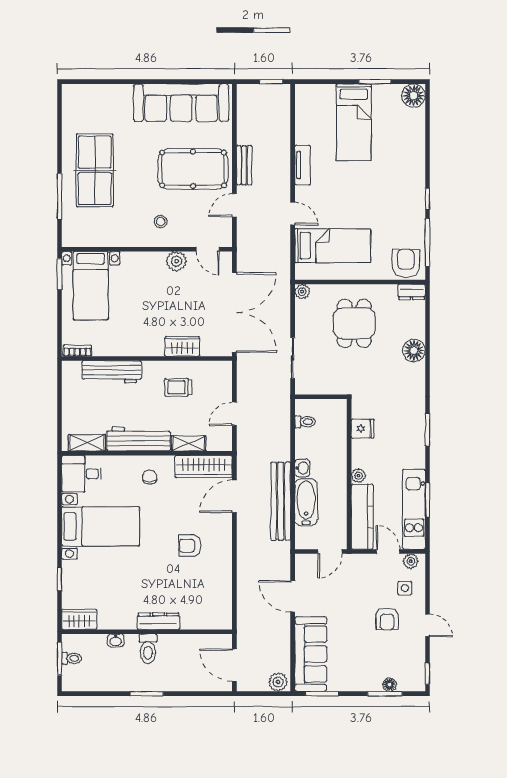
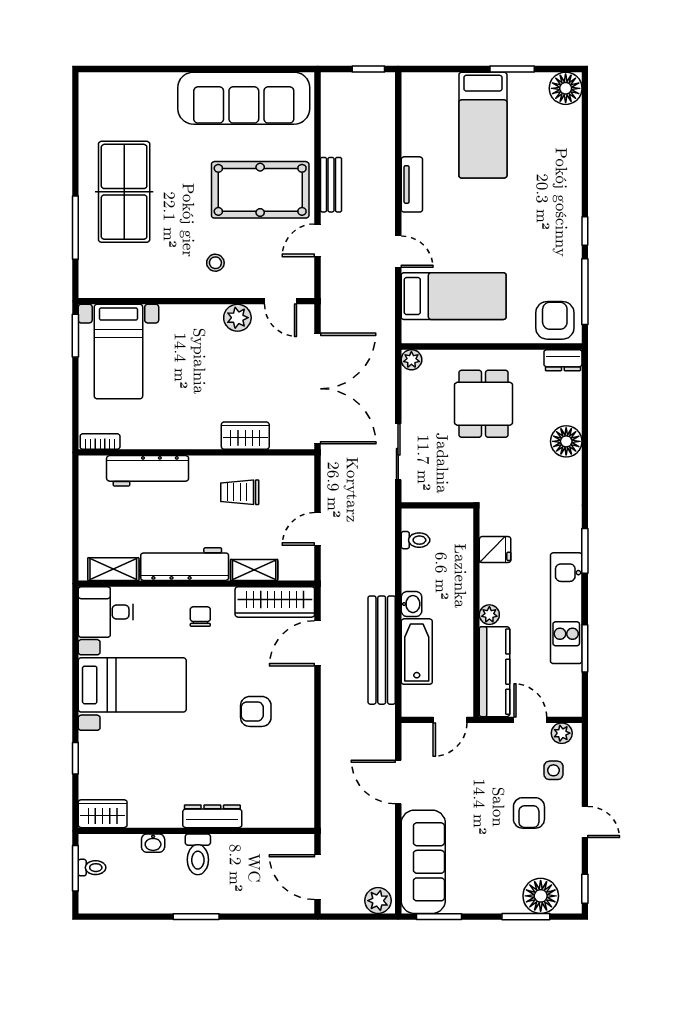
kitchen unit: (414, 509) -> (566, 608), moved
floor lamp: (390, 685) -> (541, 896), width x1.89, depth x1.89

